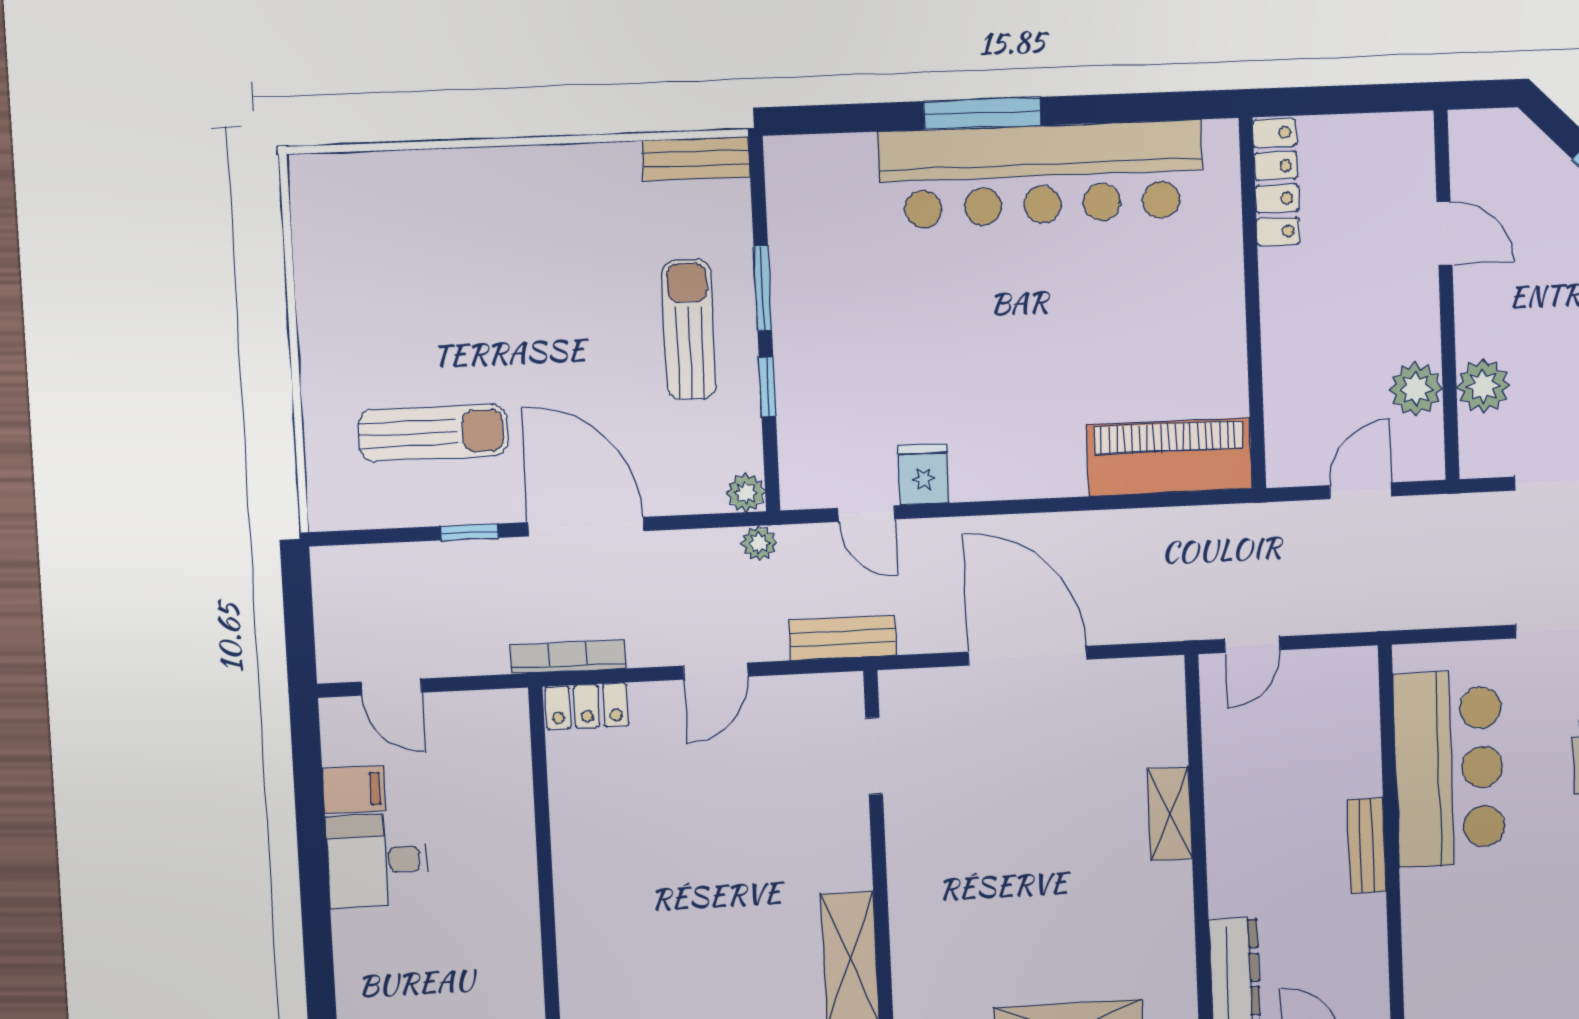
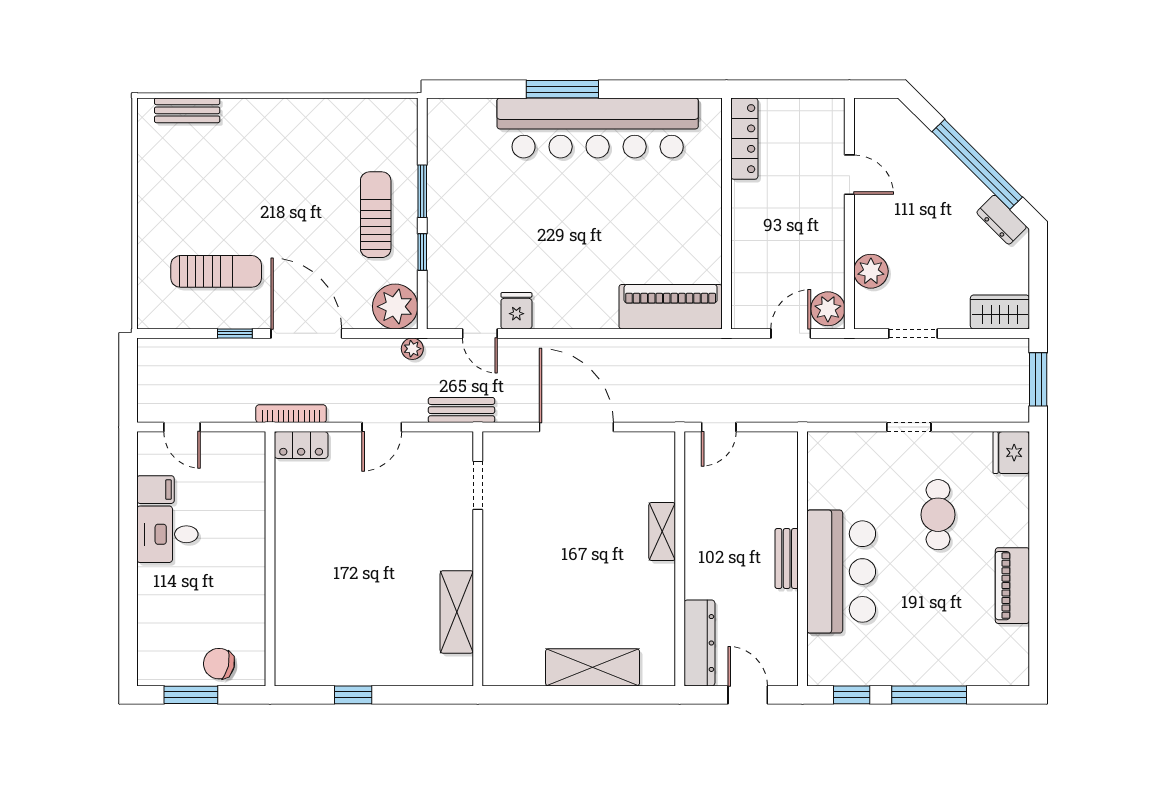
bench: (696, 159) -> (187, 110), moved
plant: (1416, 389) -> (828, 309), moved
plant: (746, 493) -> (395, 307), width x1.88, depth x1.88
bar counter: (1449, 769) -> (841, 572), moved

